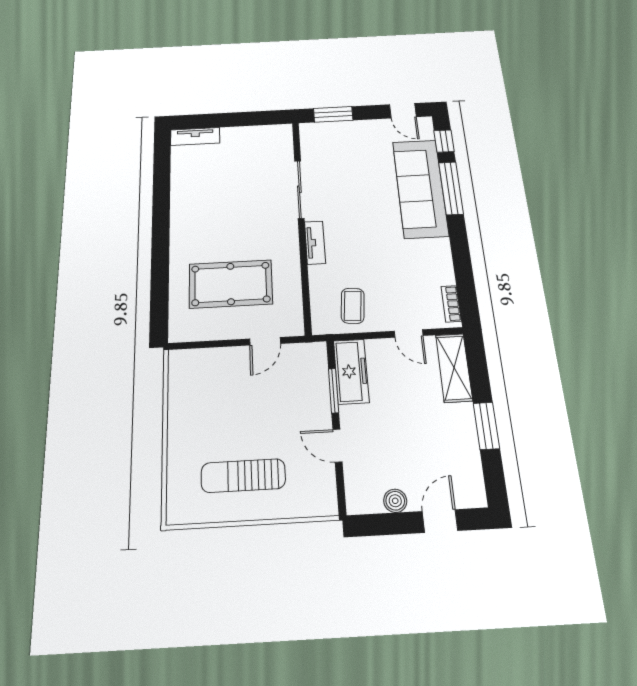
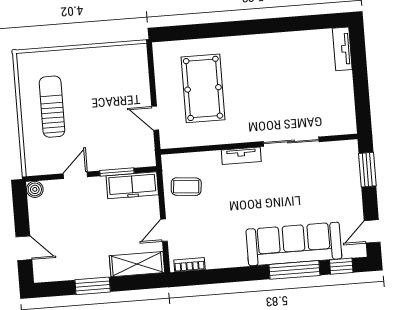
boiler: (395, 501) -> (35, 189), moved

